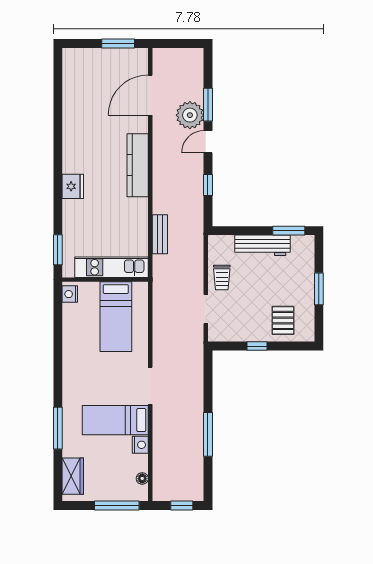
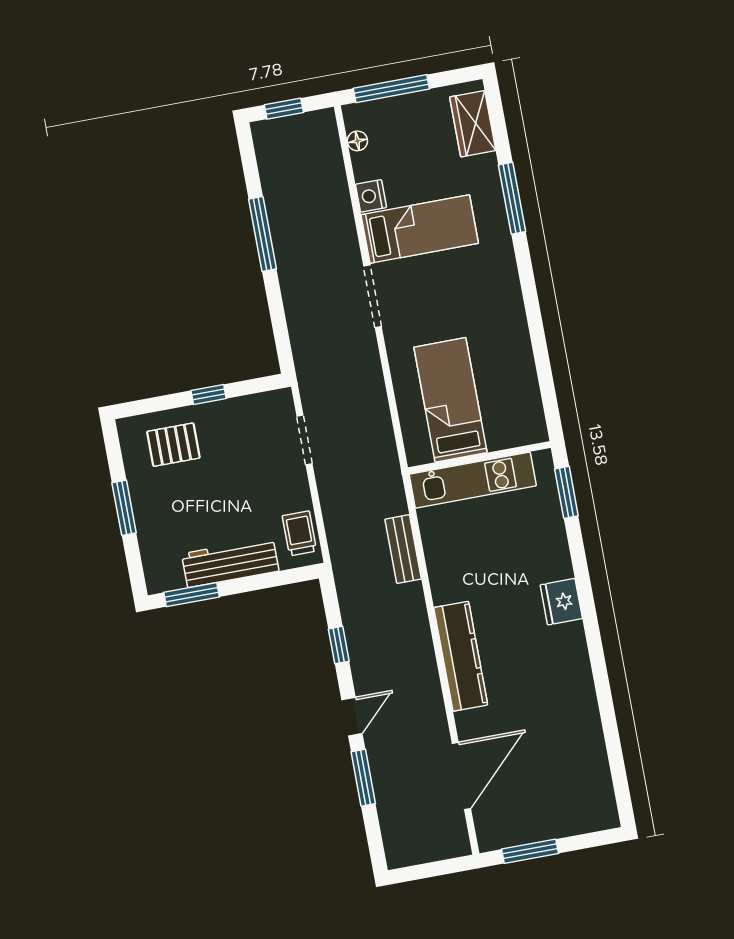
plant: (190, 115) -> (390, 755), removed
trolley: (222, 278) -> (299, 533), moved
nightstand: (70, 294) -> (533, 423), removed
pallet: (283, 320) -> (173, 445), turned 90

